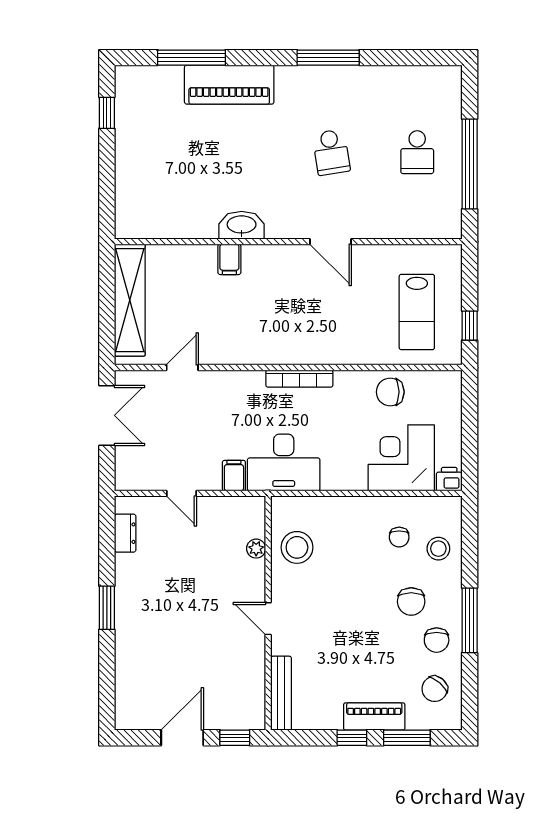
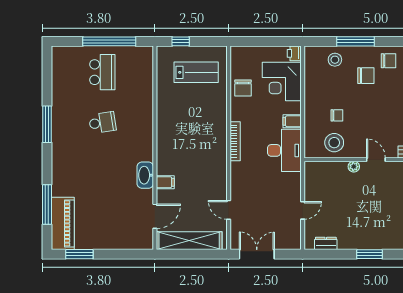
piano: (229, 85) -> (63, 223), moved
window: (107, 113) -> (79, 254), width x1.50
school desk: (417, 152) -> (102, 72), width x1.85
door: (330, 242) -> (155, 216), moved
window: (470, 326) -> (181, 41), moved
filing cabinet: (234, 476) -> (292, 121), moved
chair: (399, 537) -> (337, 115), moved
plant: (256, 549) -> (354, 167), moved
door: (268, 619) -> (376, 160), swing flipped
window: (470, 620) -> (355, 41), moved

